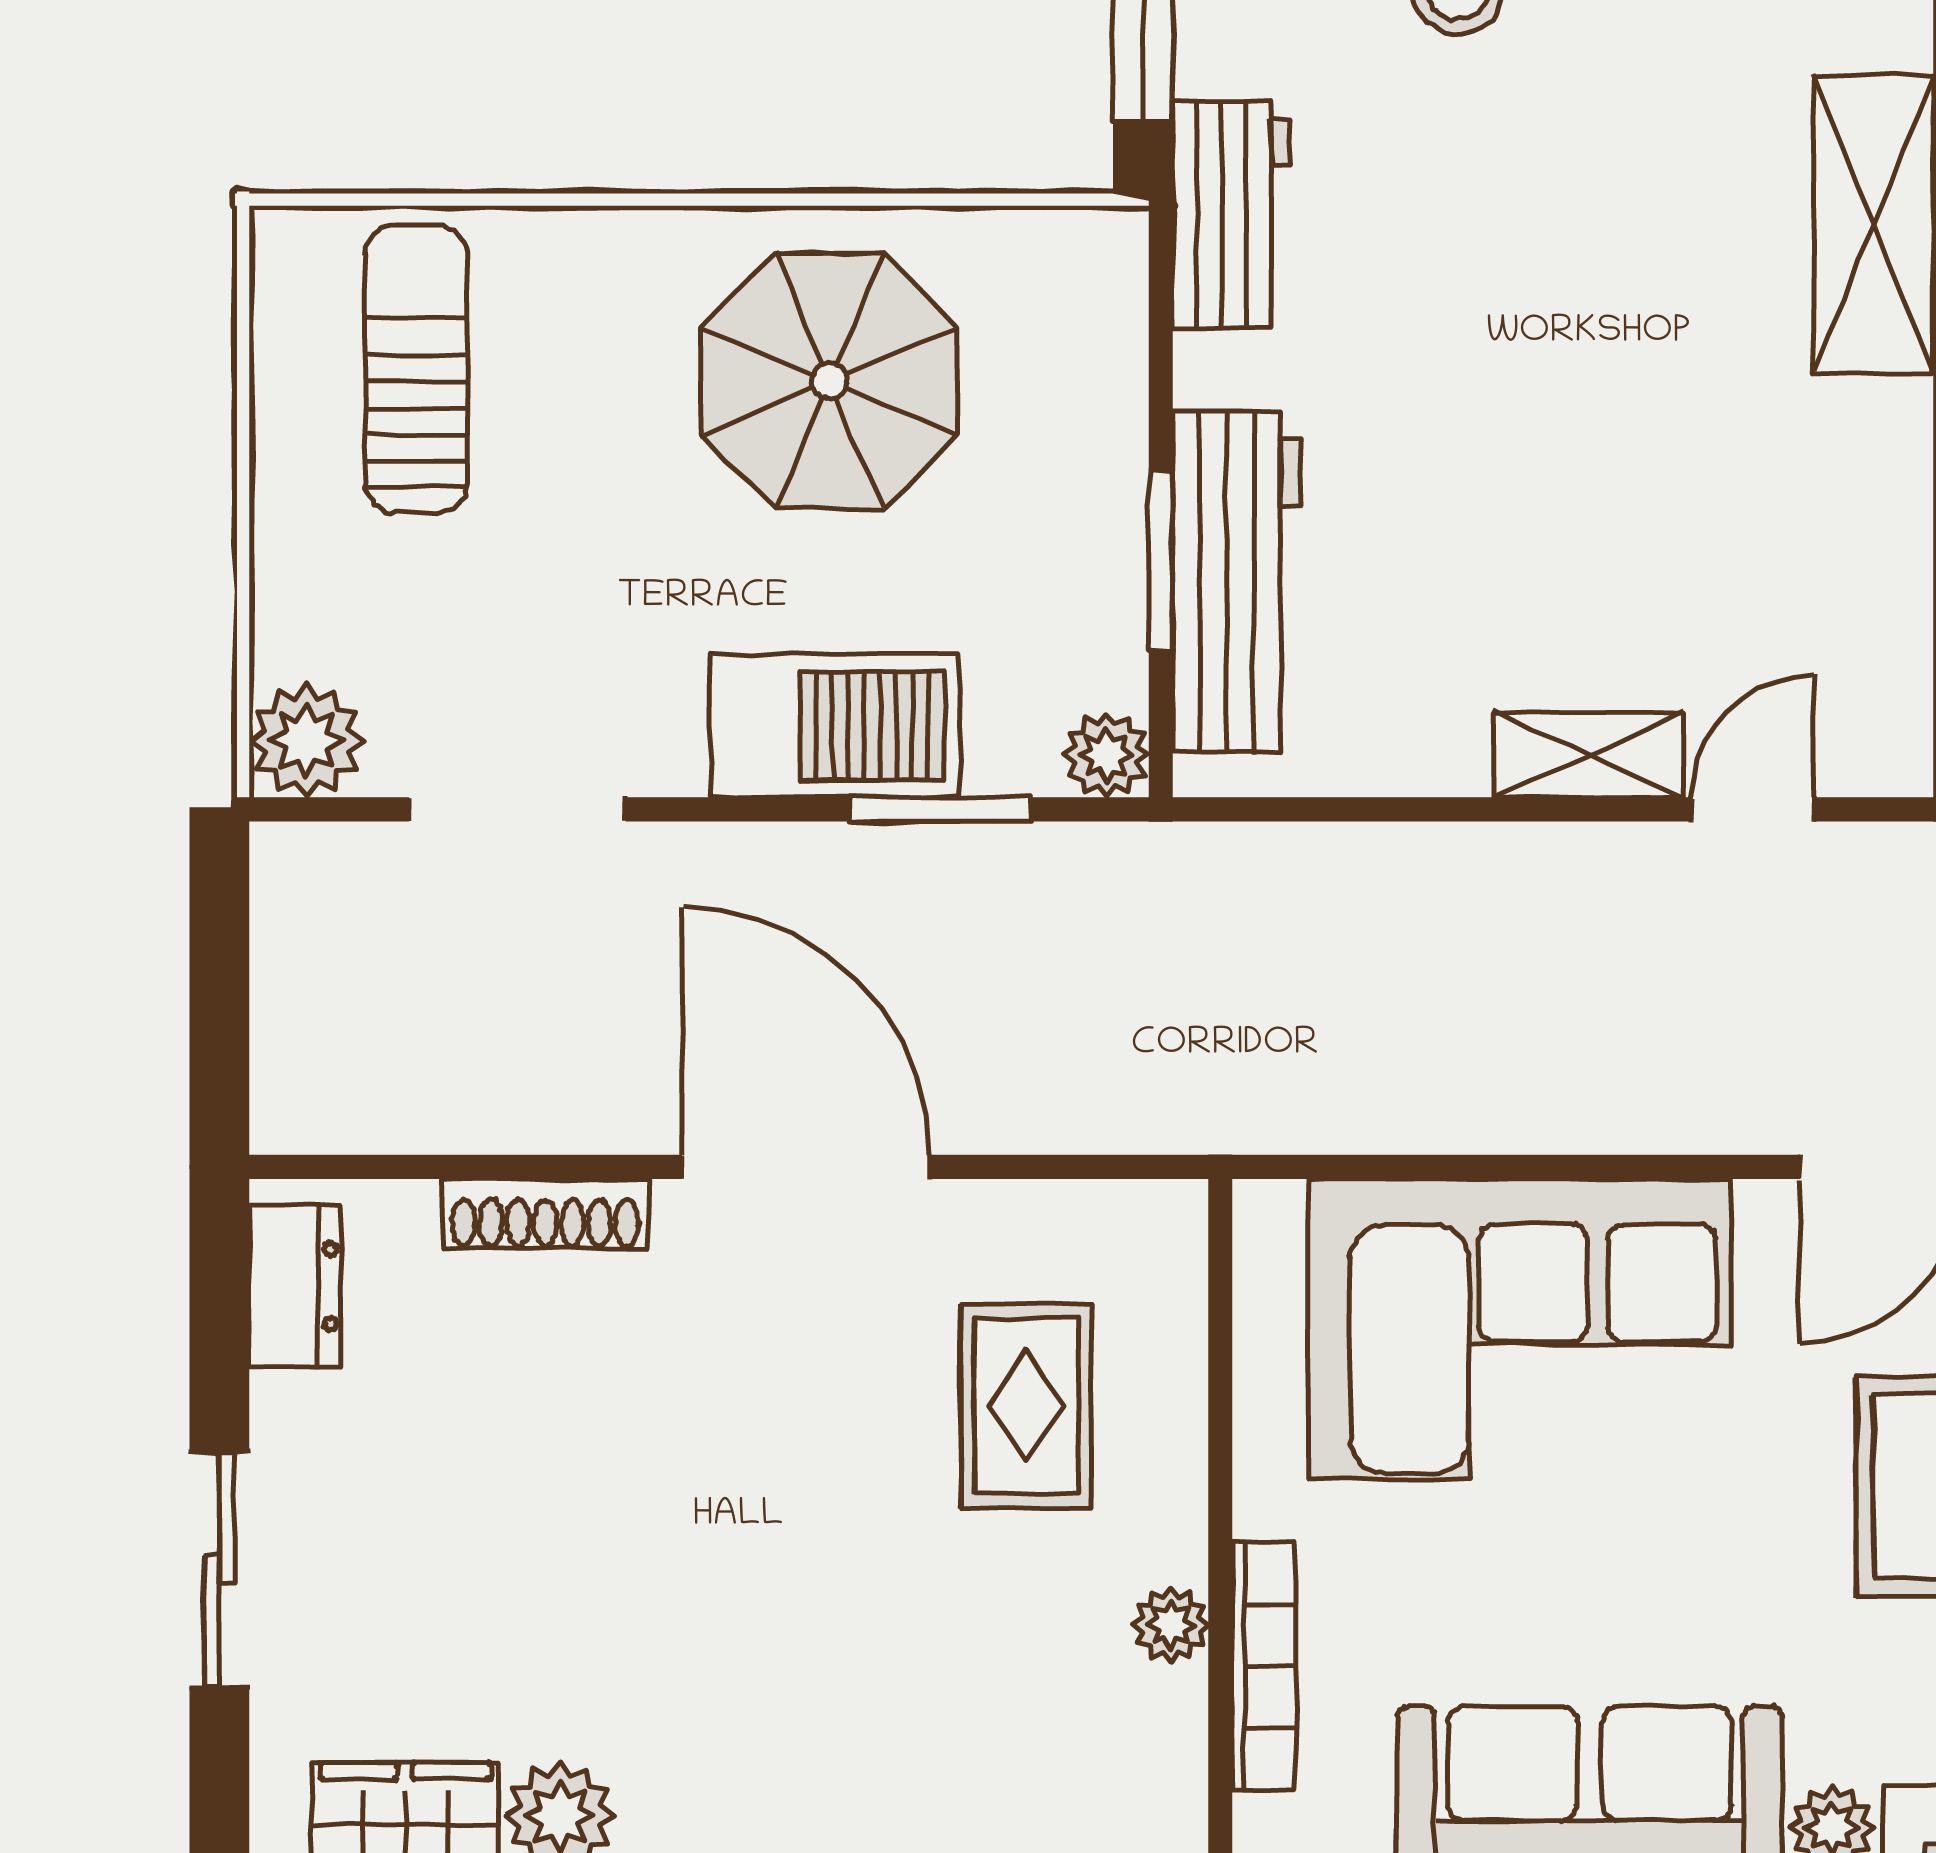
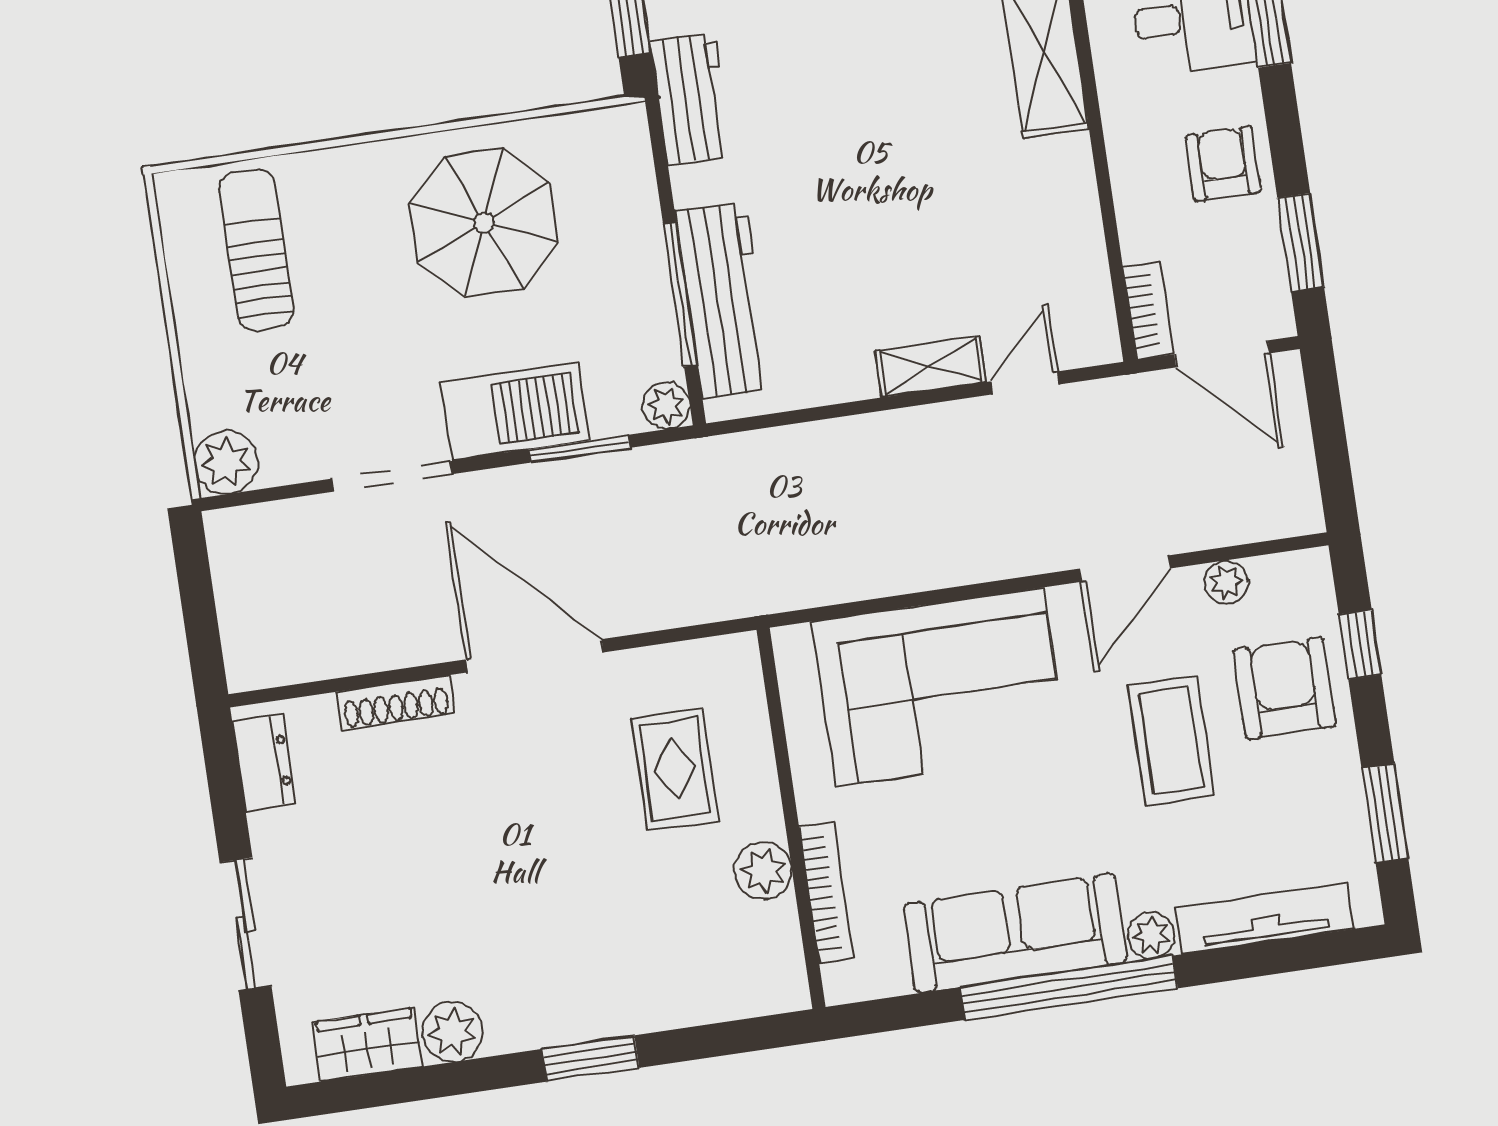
window: (1161, 560) -> (680, 294), width x1.44
doorway: (517, 809) -> (392, 476), moved
plant: (1171, 1625) -> (763, 871), width x1.38, depth x1.38

